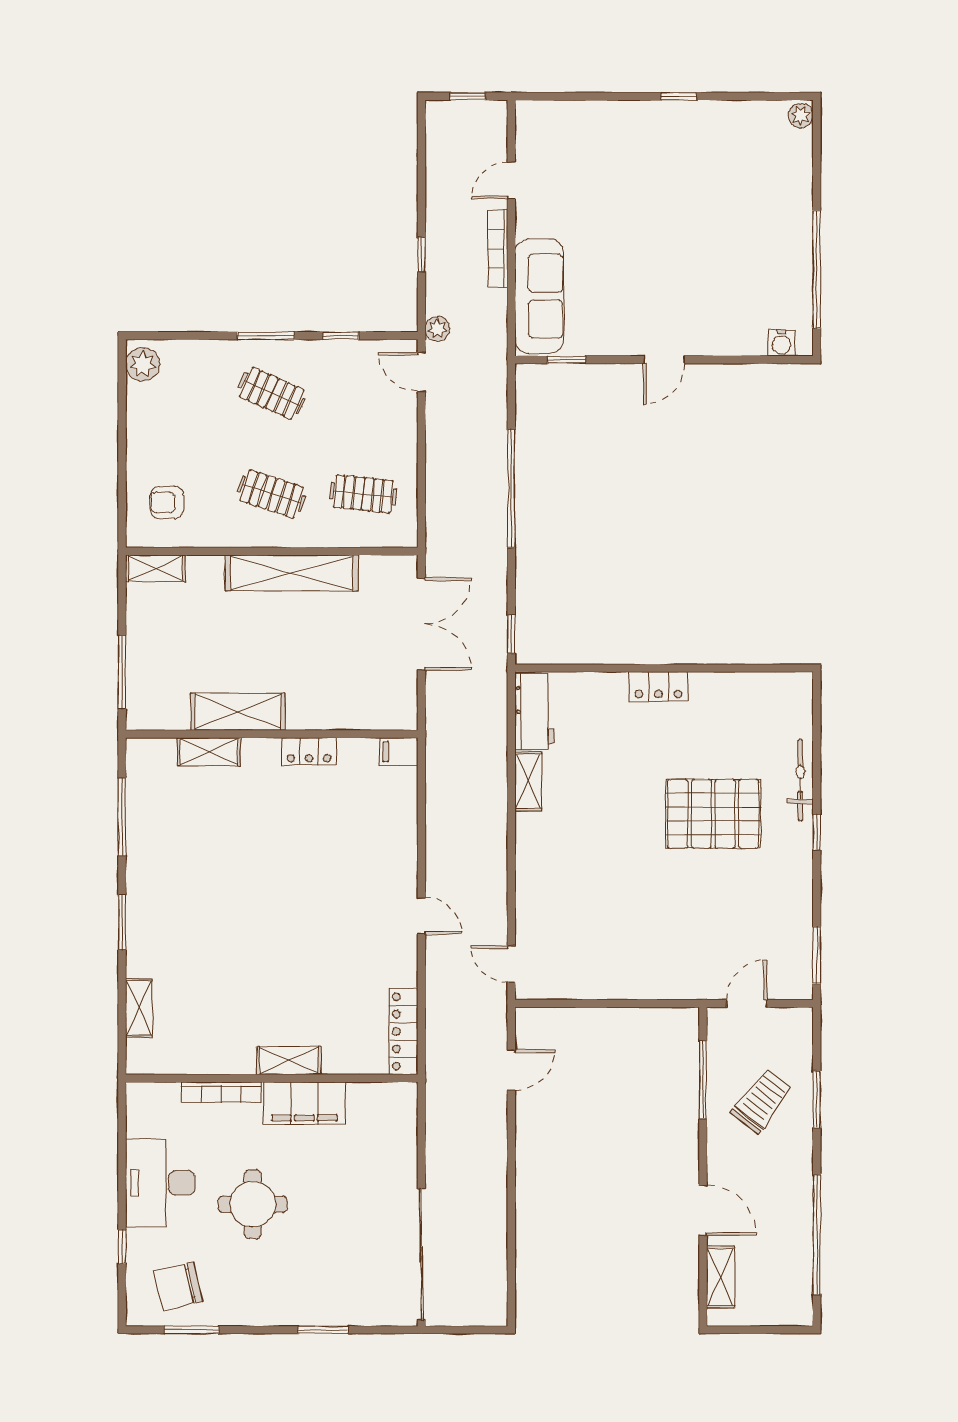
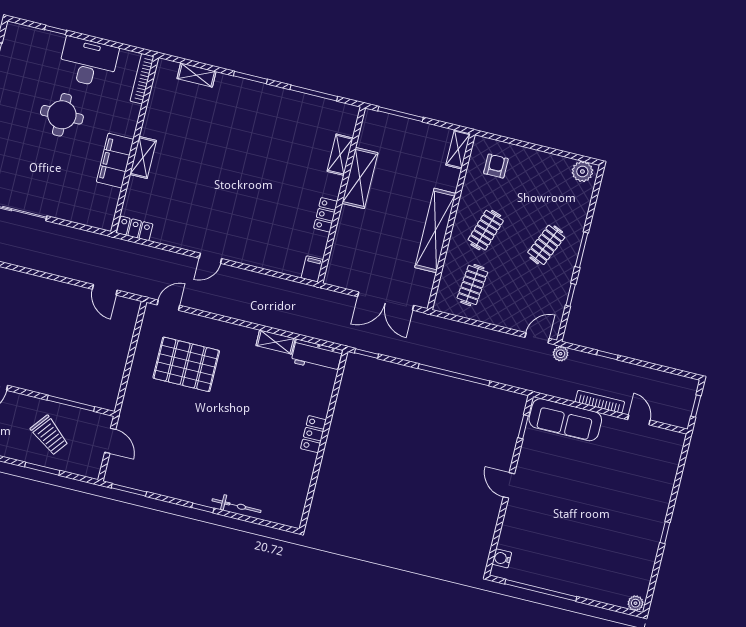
pallet: (713, 814) -> (186, 364), moved, turned 90
locker: (404, 1031) -> (135, 228), width x0.66
bookcase: (221, 1092) -> (142, 79), moved
chair: (178, 1286) -> (24, 58), removed

